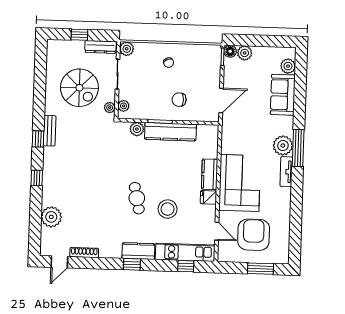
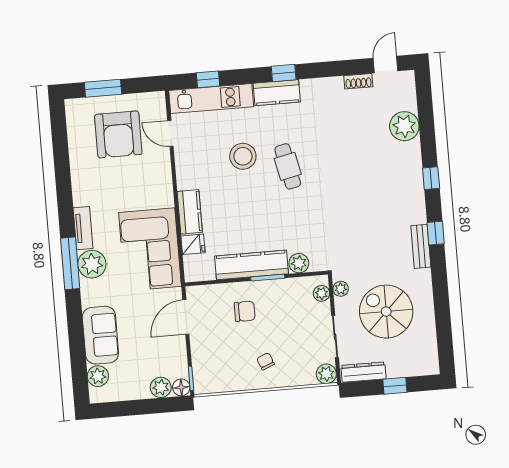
corner sofa: (240, 183) -> (150, 249), moved
fridge: (208, 197) -> (193, 244), moved
shoe rack: (84, 253) -> (358, 81), width x0.70

